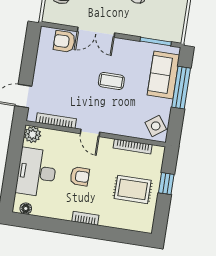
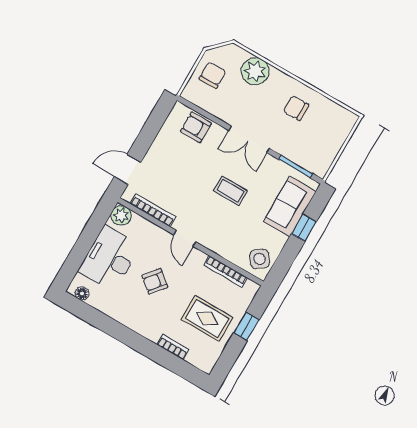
double door: (96, 32) -> (249, 139), moved
window: (181, 88) -> (304, 228), width x0.46
armchair: (80, 176) -> (155, 281), turned 129
bookcase: (85, 218) -> (173, 347), moved

